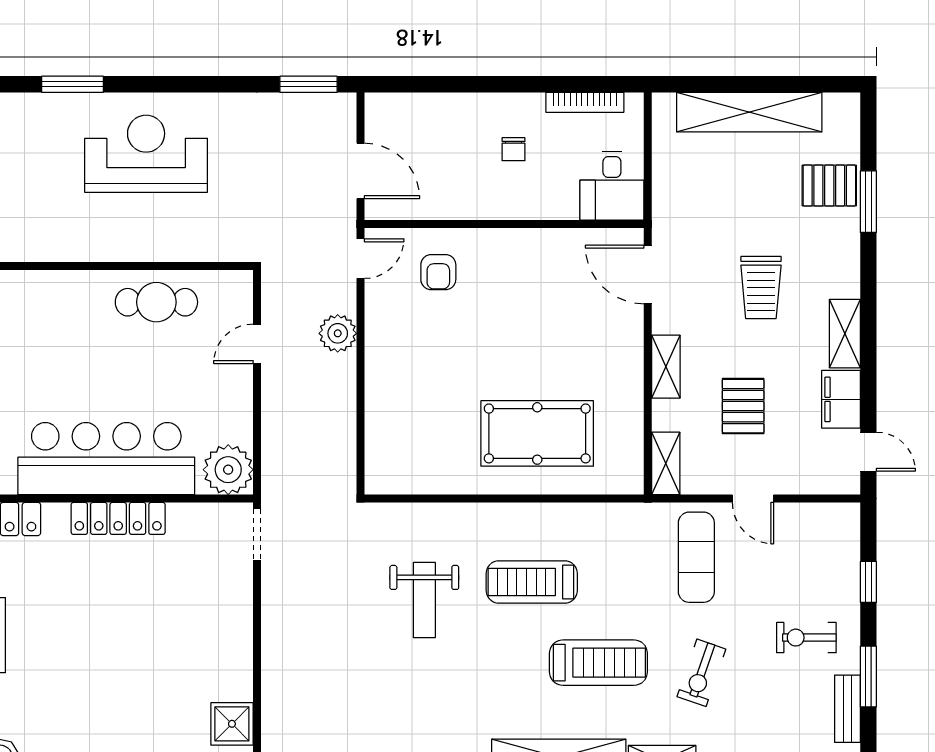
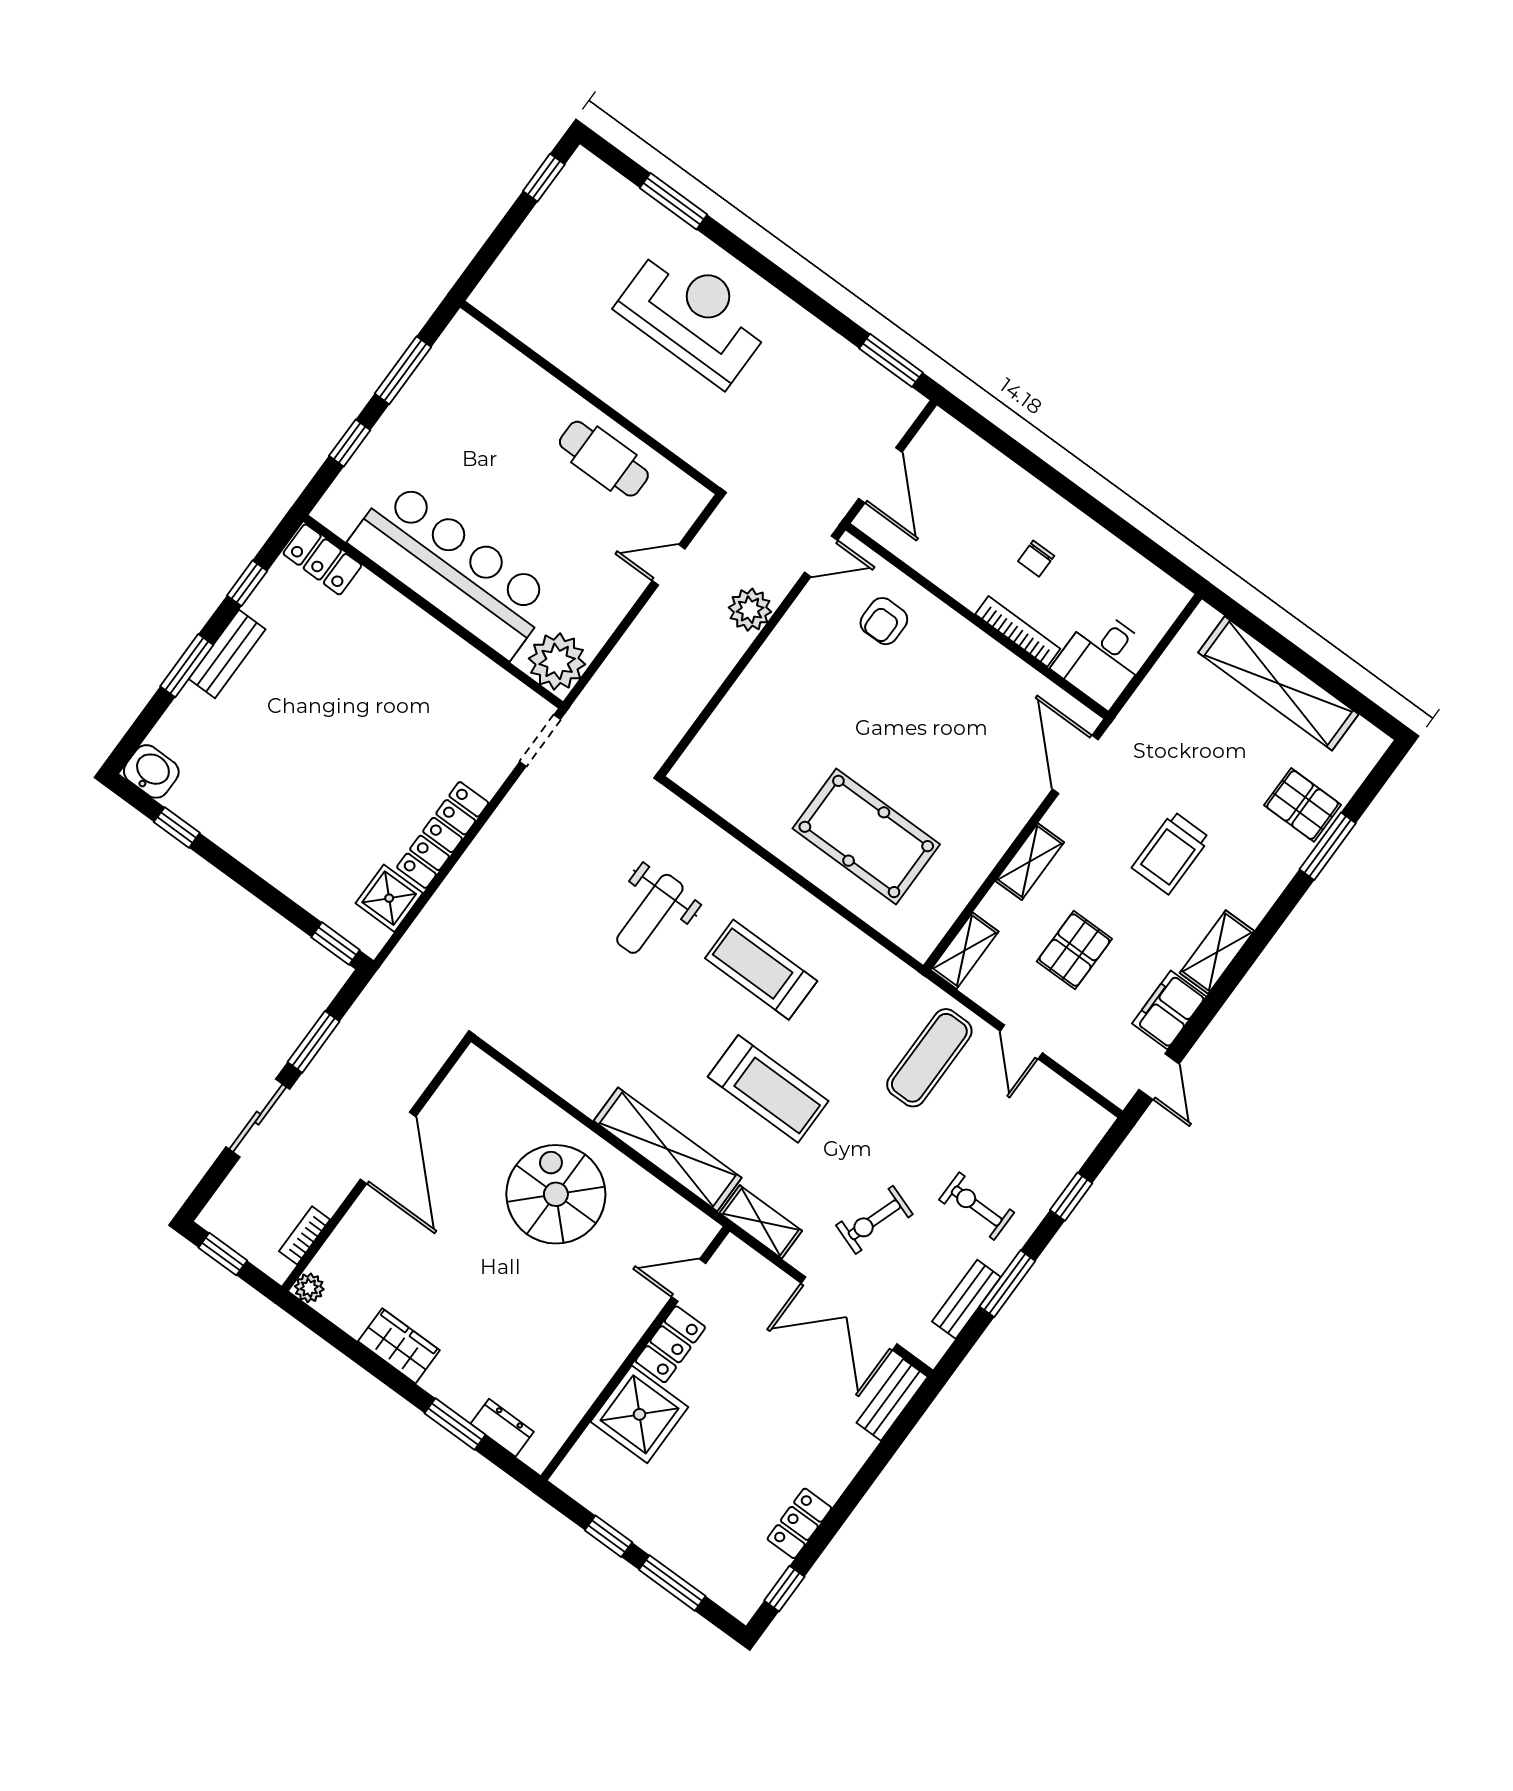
bookcase: (585, 102) -> (1018, 631), moved, turned 180
locker: (118, 518) -> (443, 835), moved, turned 90
exercise bike: (701, 673) -> (874, 1220), moved

